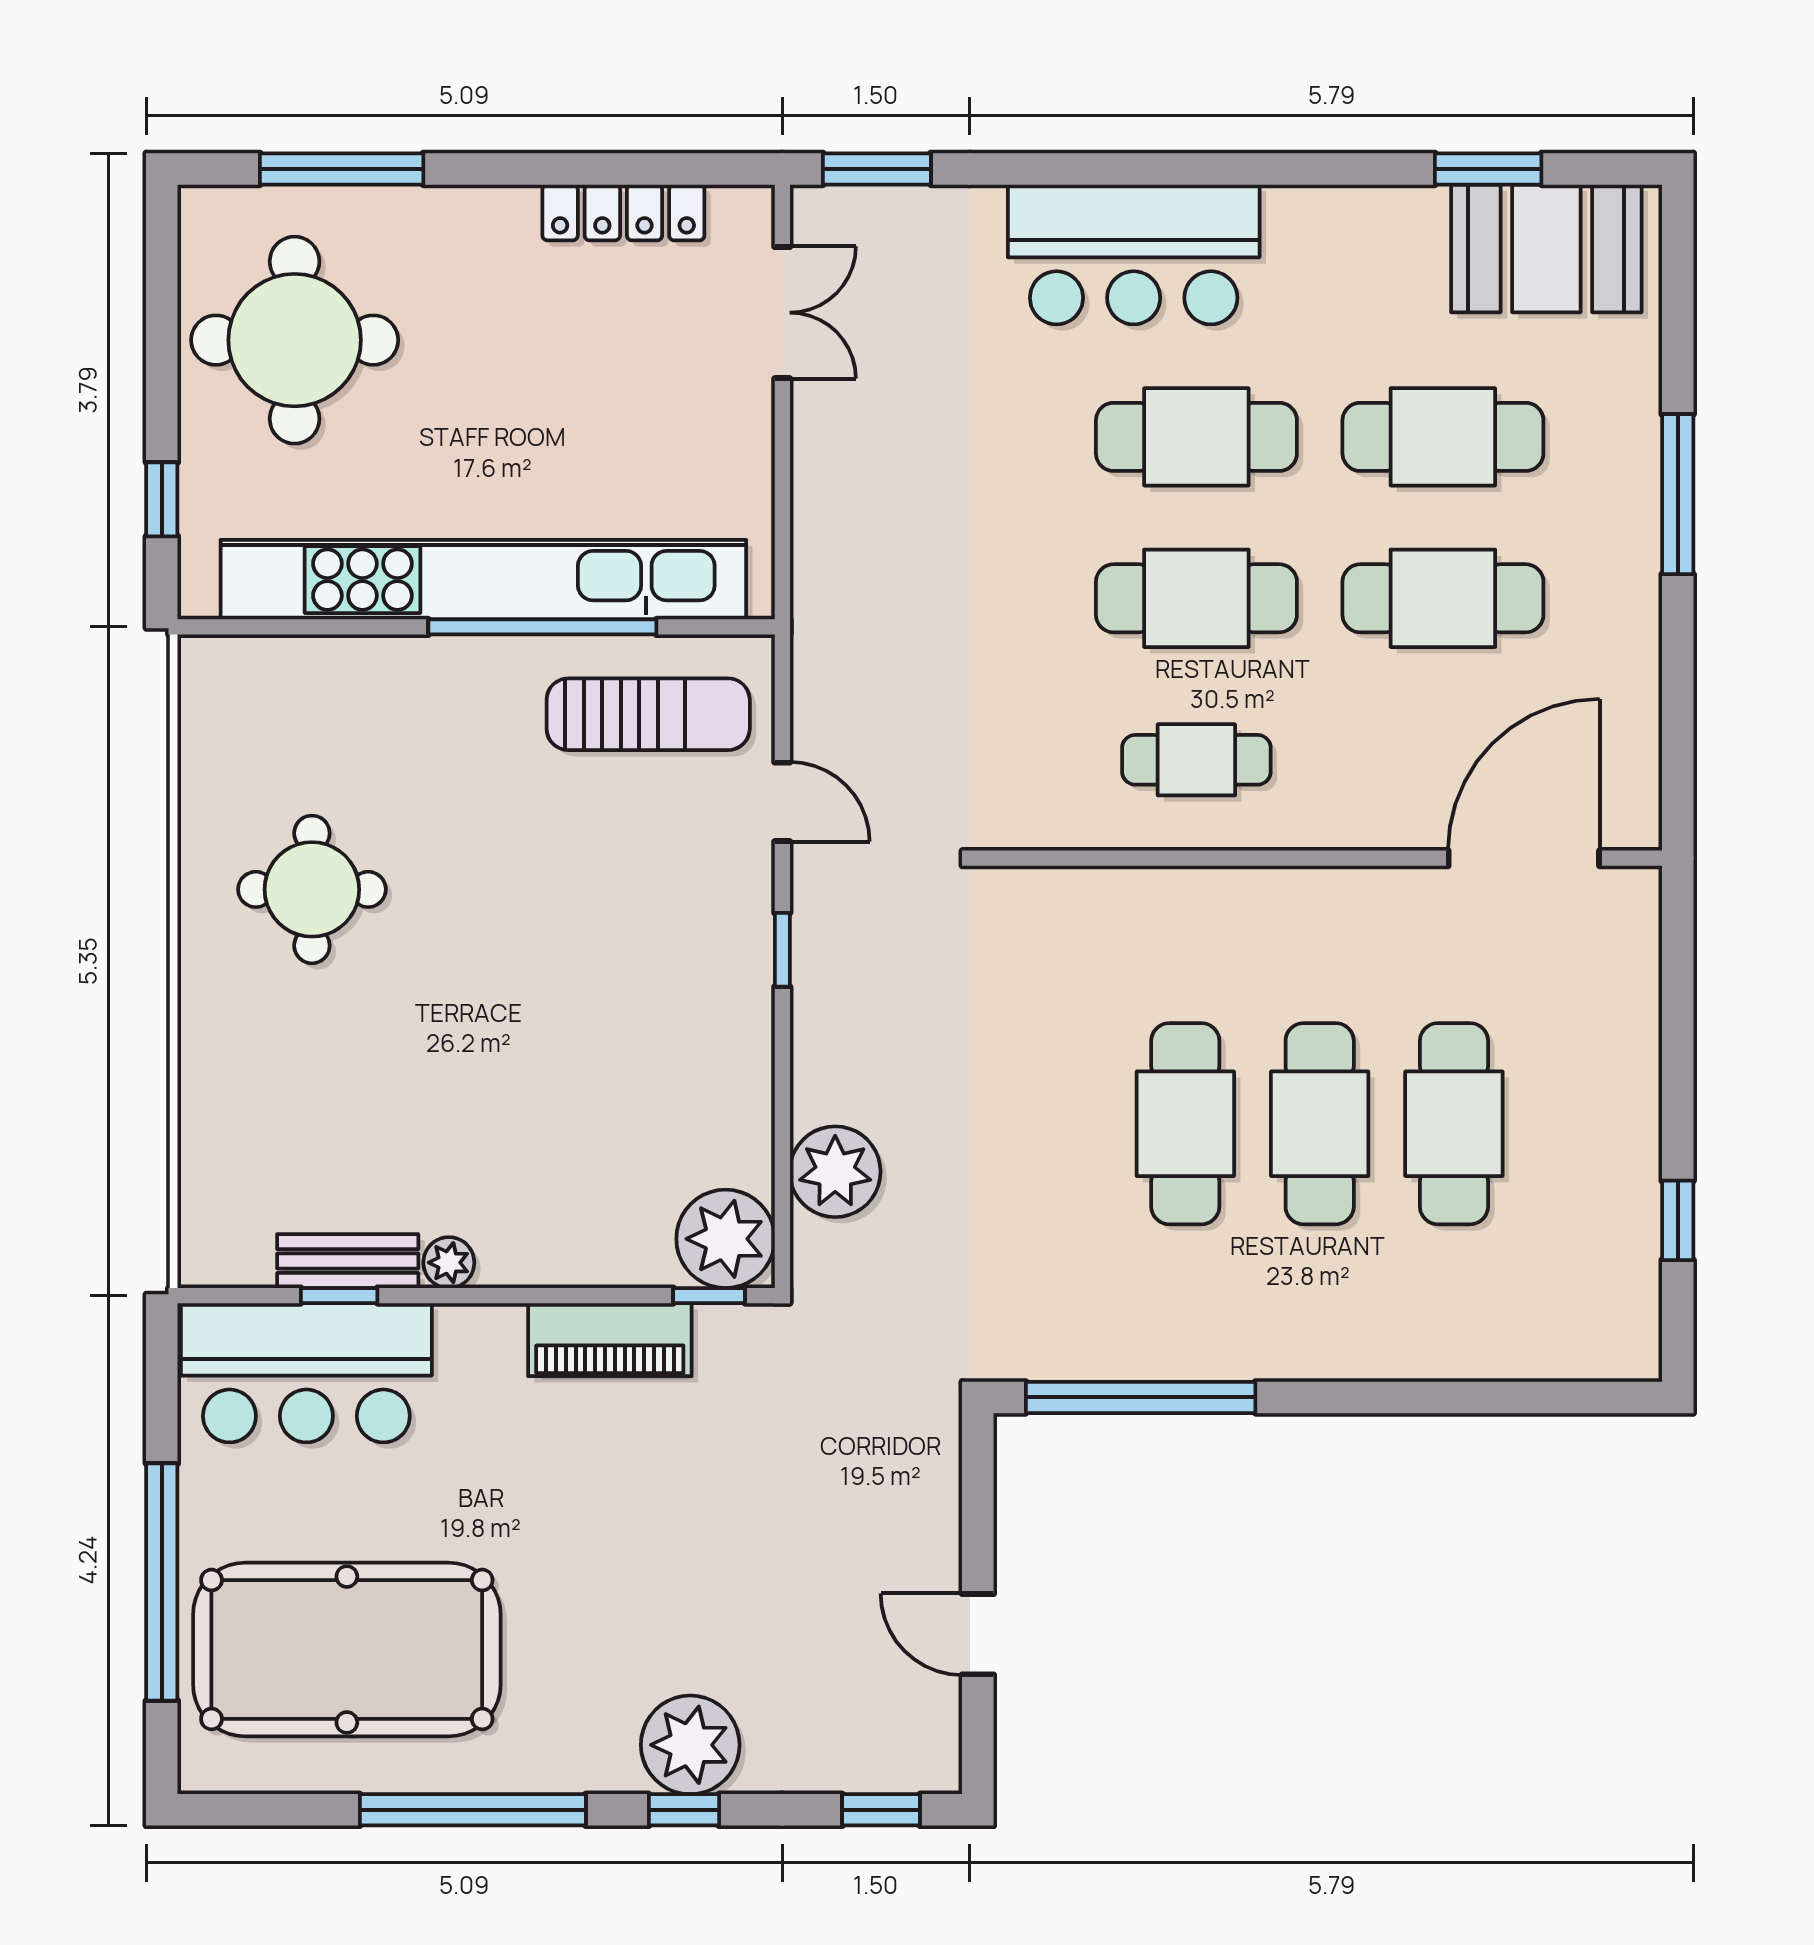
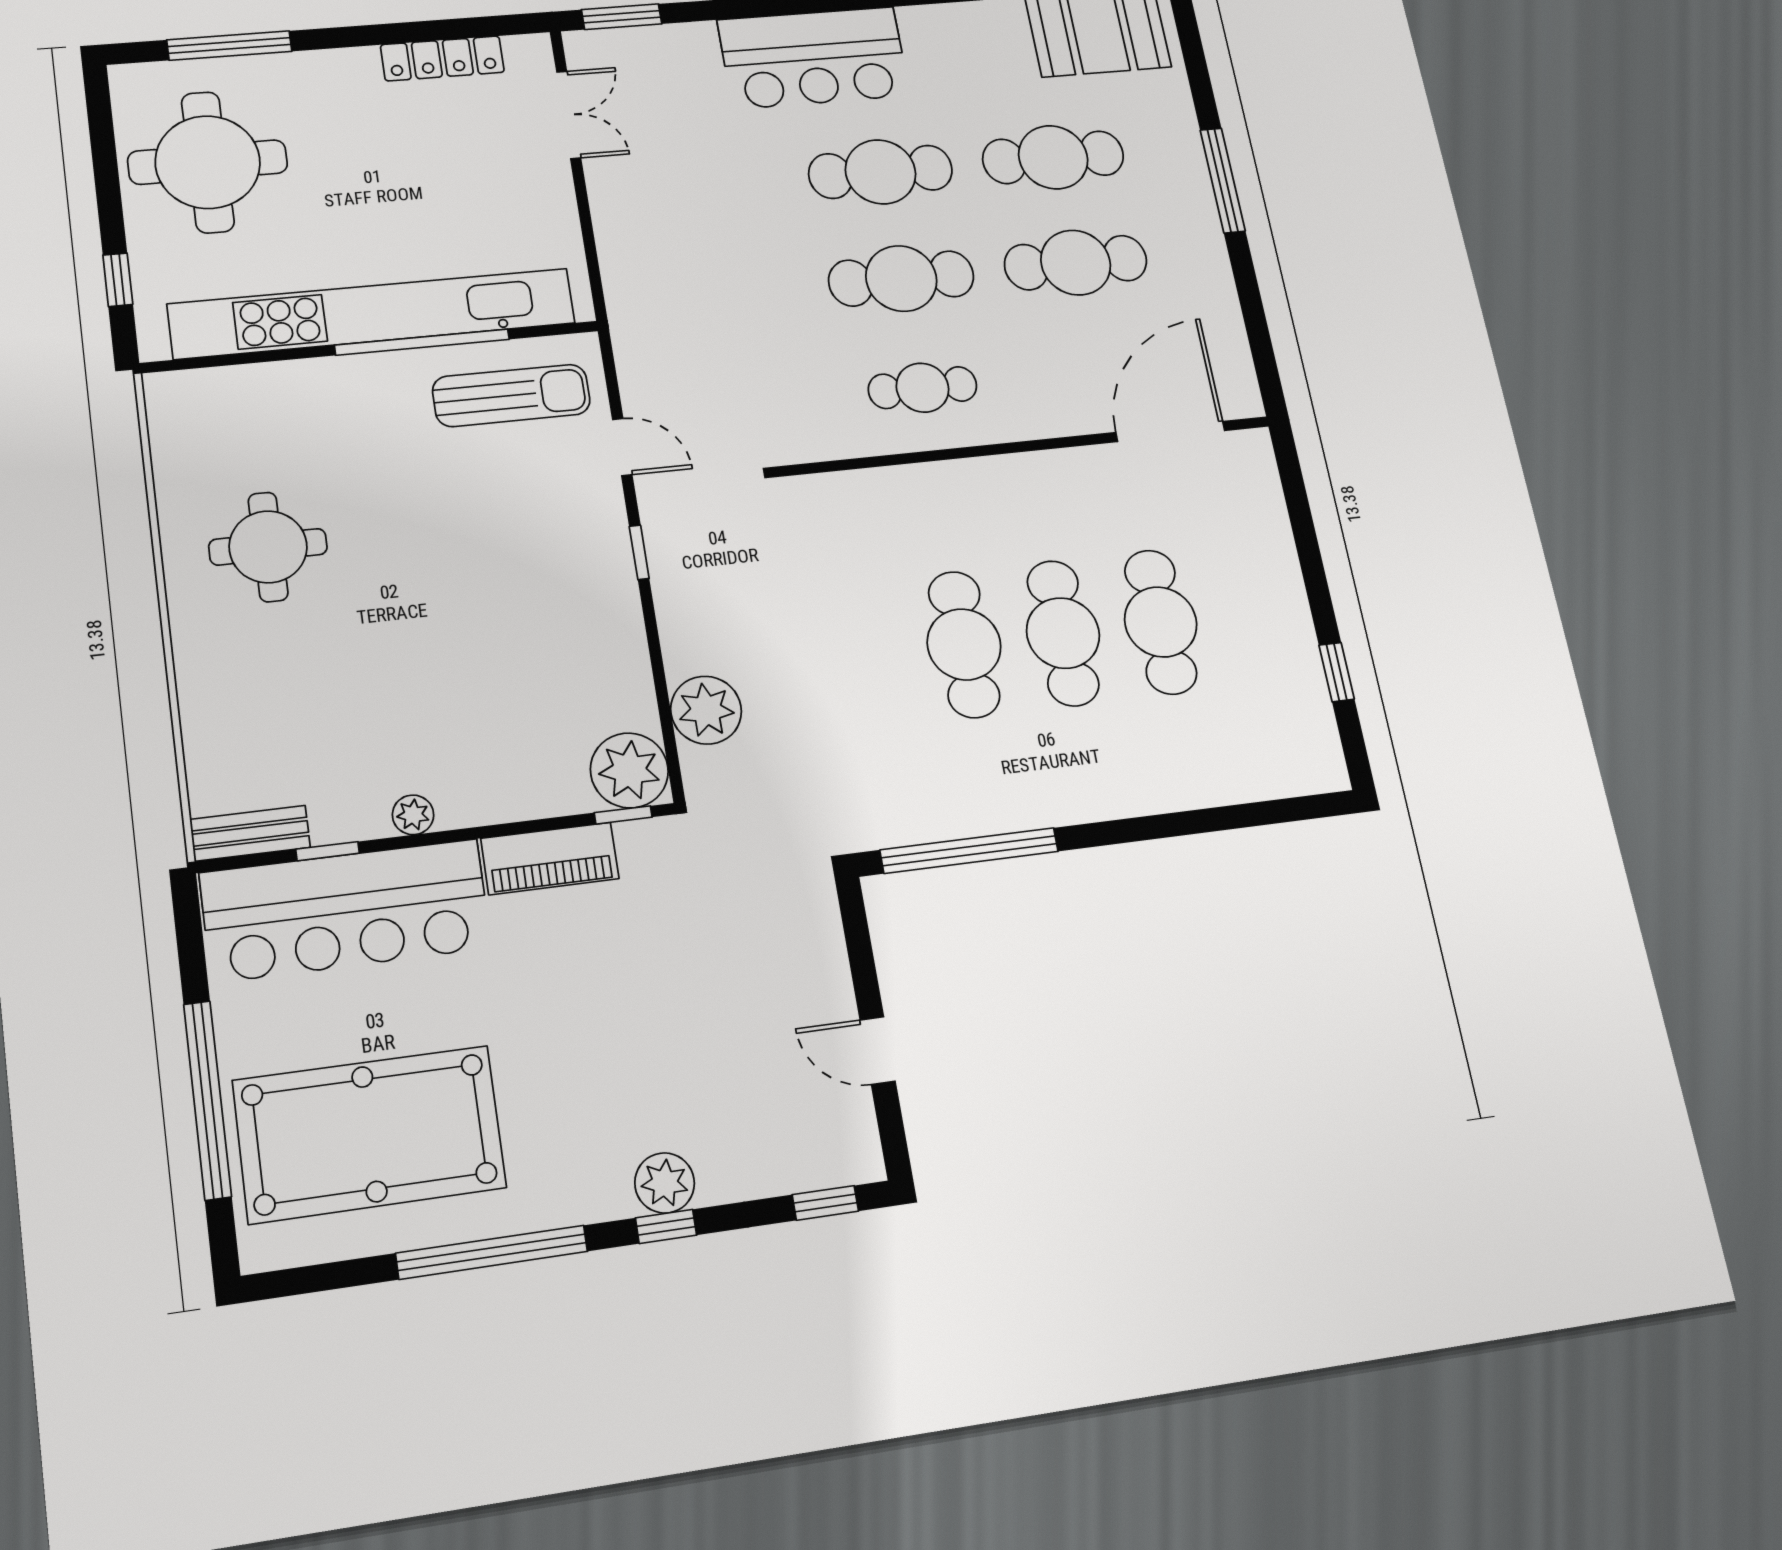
bench: (348, 1261) -> (250, 833), moved
bar counter: (306, 1373) -> (346, 910), width x1.36
plant: (690, 1745) -> (665, 1183), width x0.73, depth x0.73

